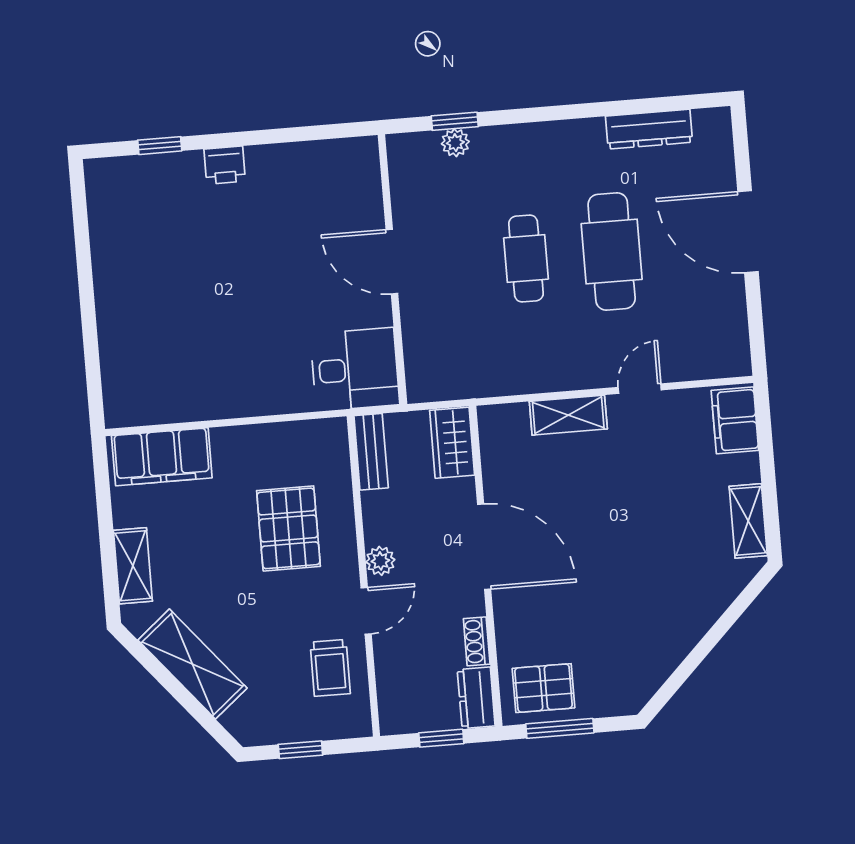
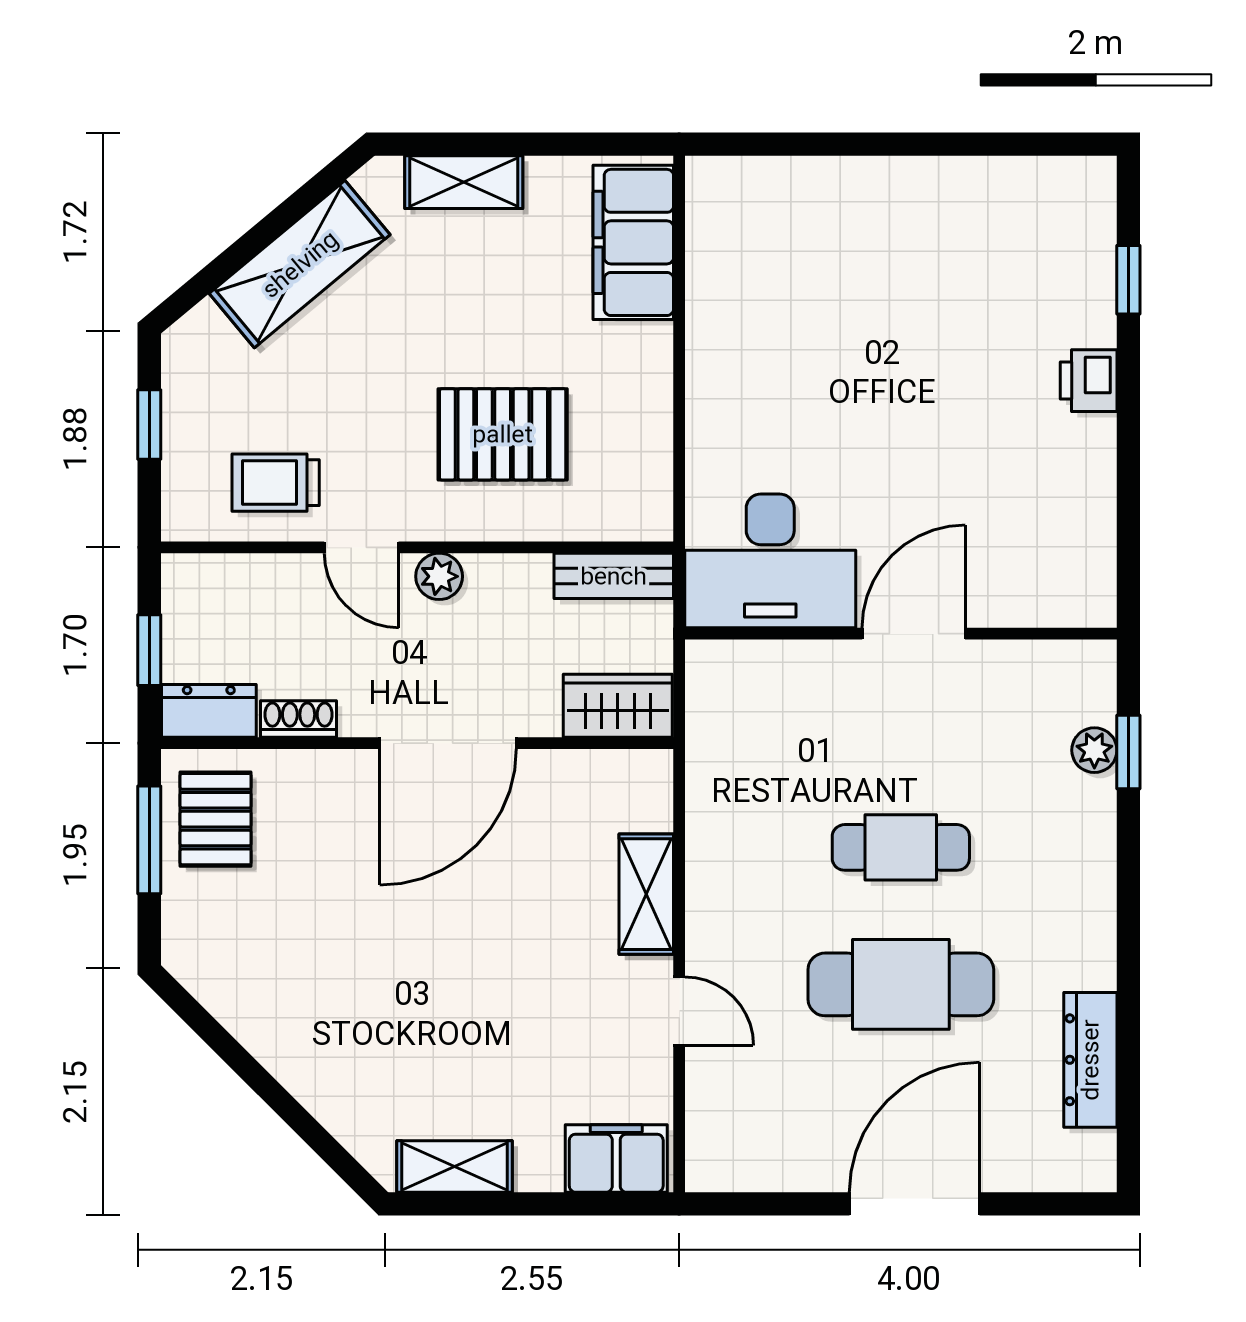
desk: (355, 369) -> (770, 561), width x1.37

